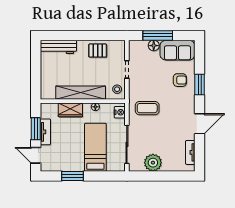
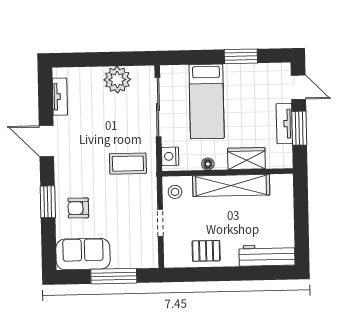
floor lamp: (154, 46) -> (120, 260), removed
door: (200, 124) -> (46, 141), hinge flipped

